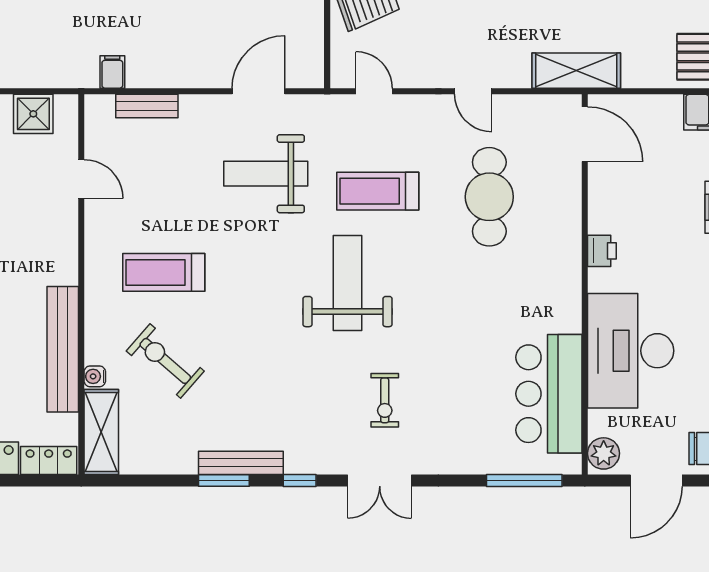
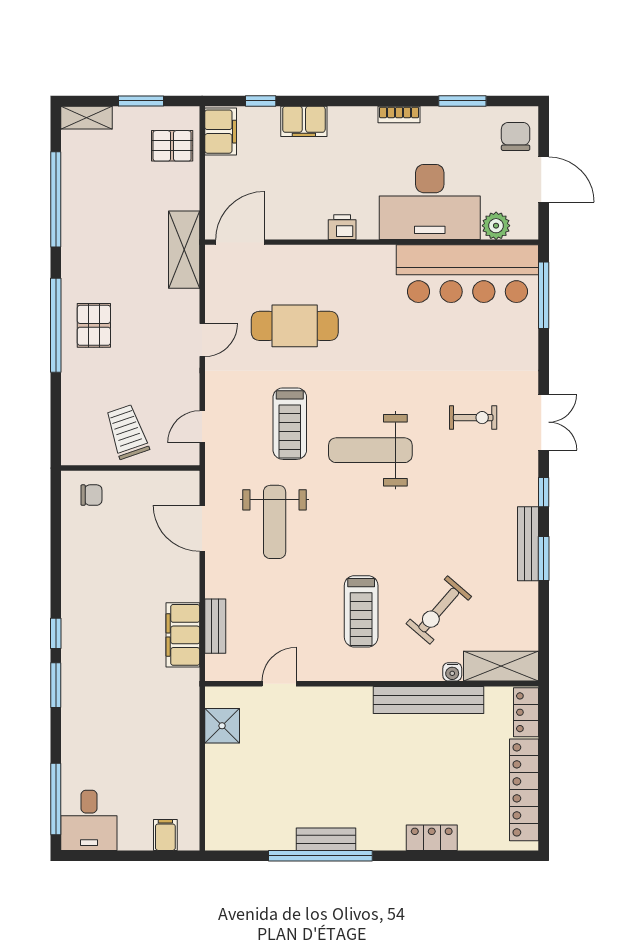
filing cabinet: (112, 72) -> (183, 635), width x3.00, depth x1.17
bar counter: (549, 394) -> (467, 274), width x1.36
plant: (604, 453) -> (496, 226), moved

